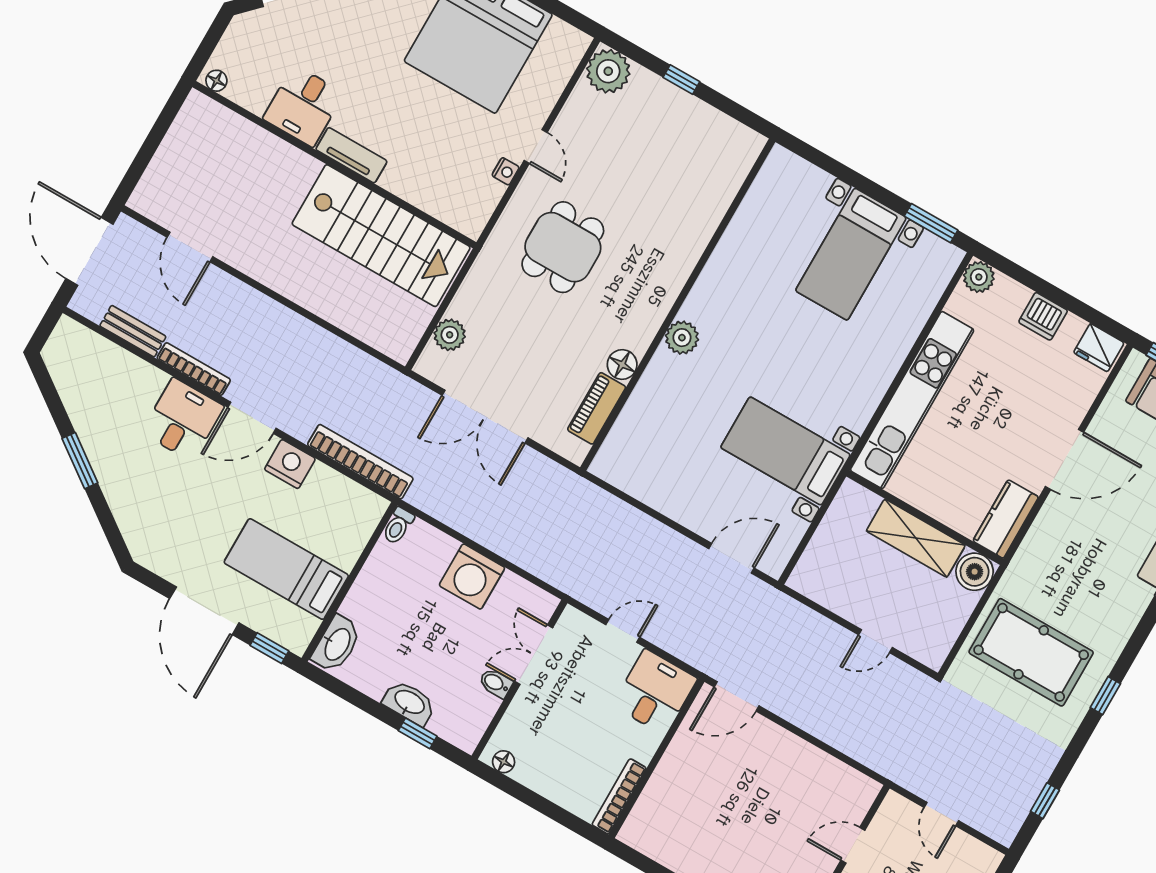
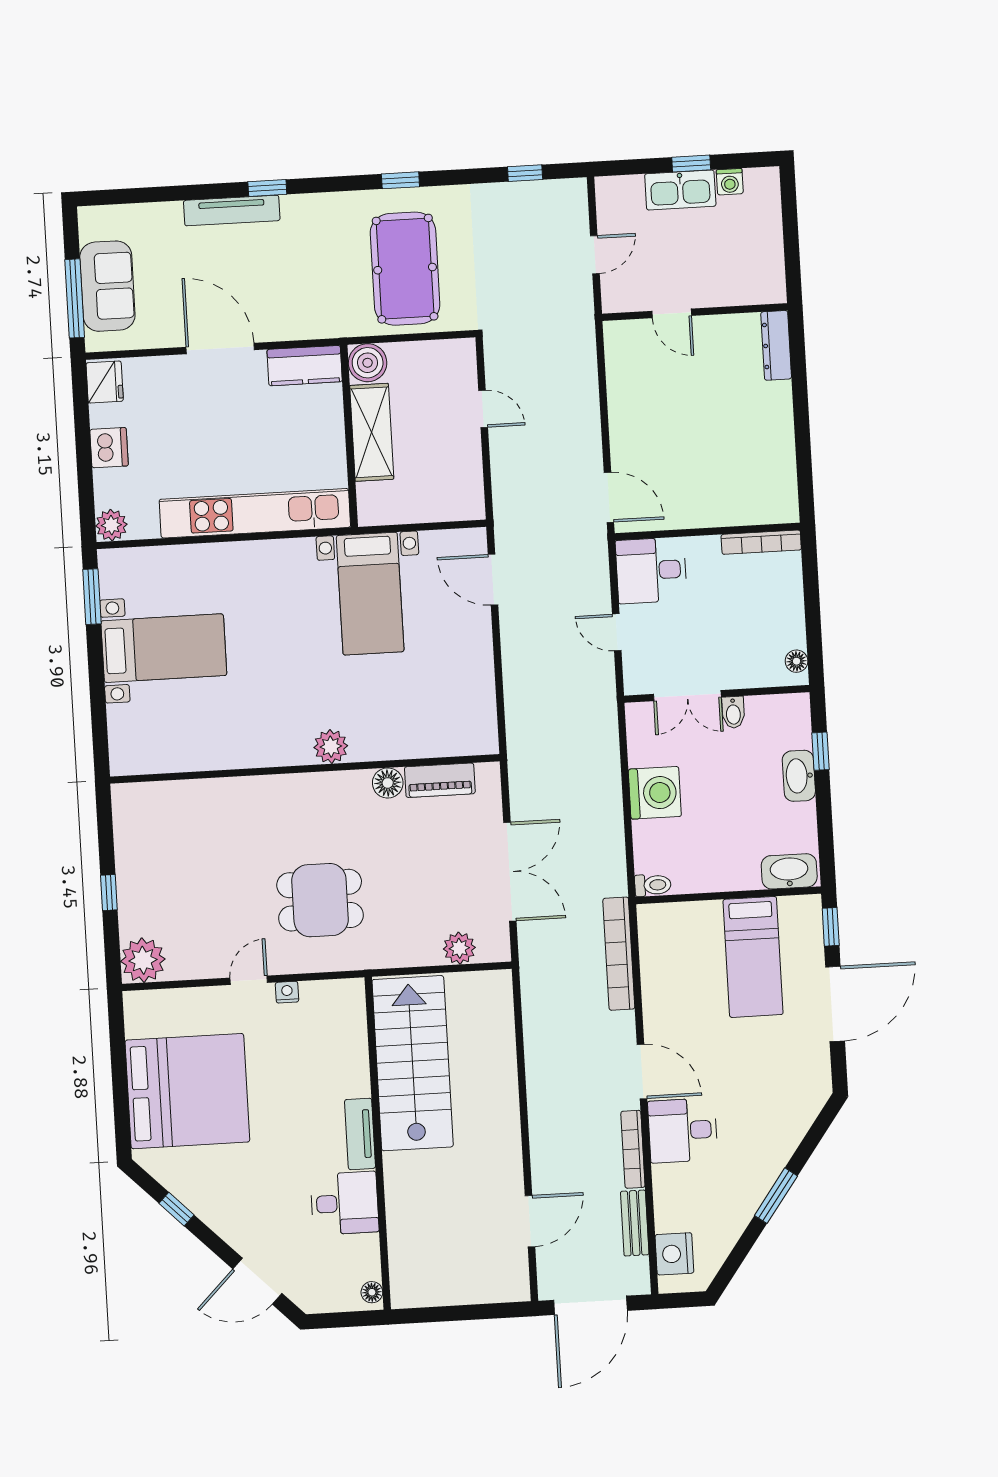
nightstand: (290, 464) -> (674, 1254), moved

